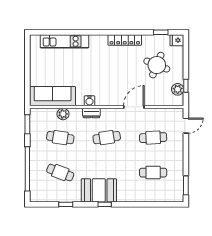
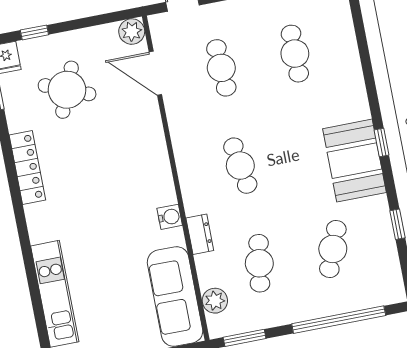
window: (186, 86) -> (34, 32), moved
plant: (178, 89) -> (132, 32), moved
door: (134, 107) -> (155, 73), moved
dresser: (91, 113) -> (200, 234), moved
plant: (63, 114) -> (215, 301), moved

